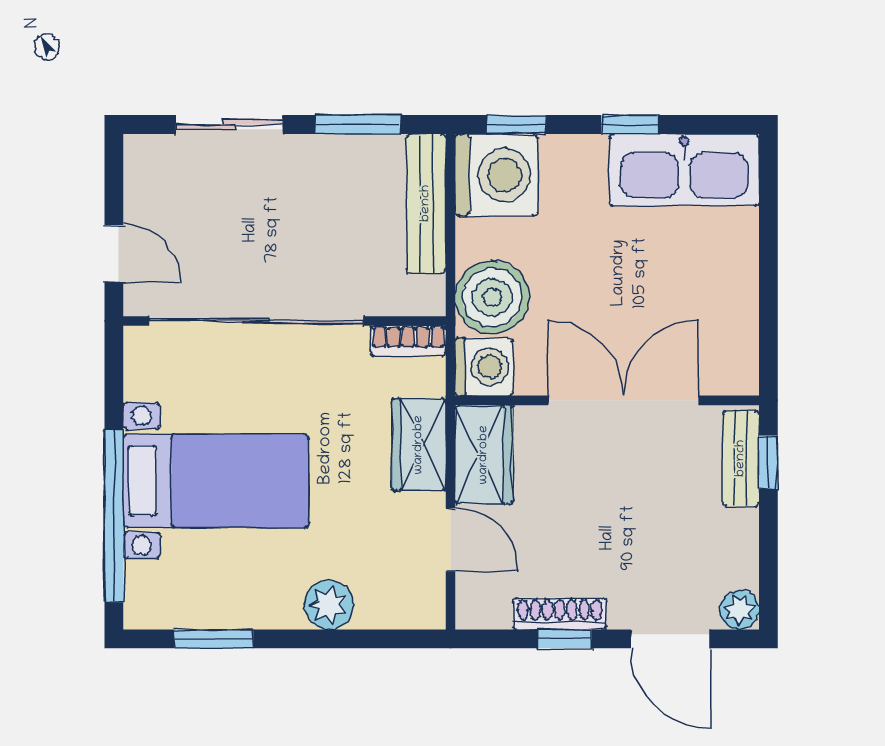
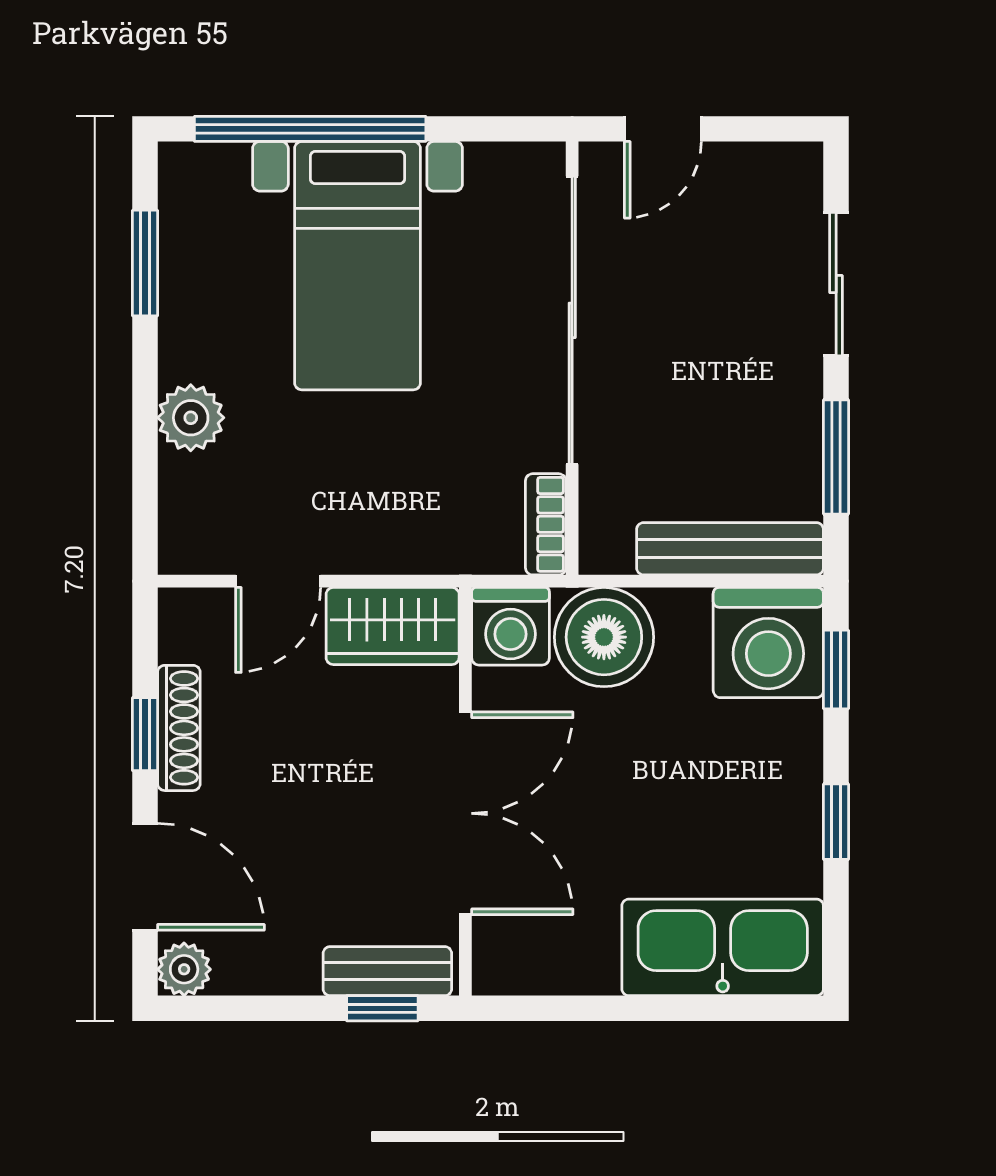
kitchen sink: (684, 170) -> (723, 947), moved, turned 90
wardrobe: (419, 445) -> (406, 539), removed
door: (670, 639) -> (145, 877), swing flipped

